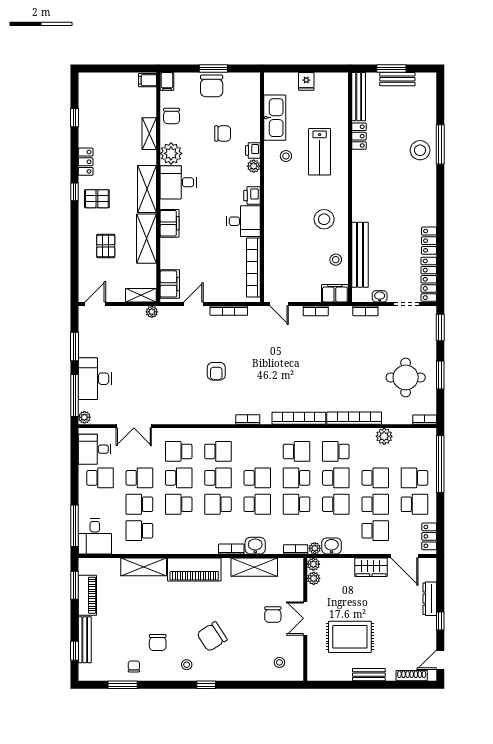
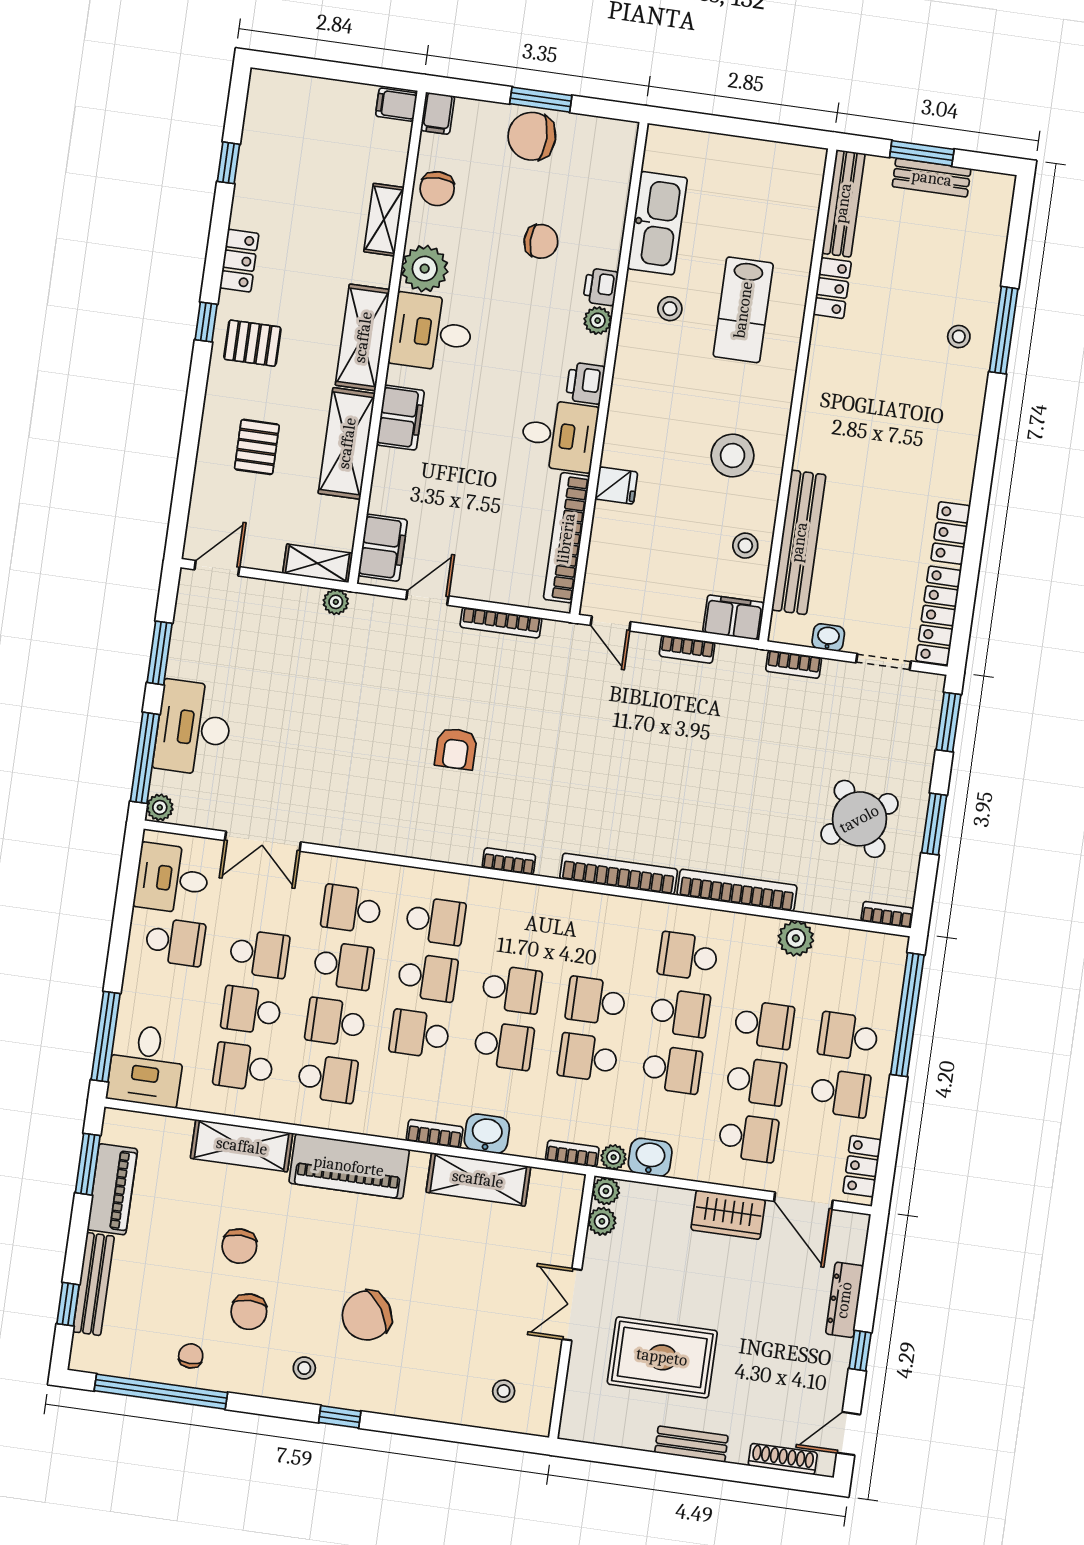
fridge: (306, 81) -> (616, 486), moved, turned -90
chair: (212, 86) -> (532, 136), turned 90
stool: (420, 150) -> (959, 337), width x0.53, depth x0.53
round table: (406, 377) -> (859, 819), turned -36
school desk: (297, 451) -> (327, 1079), moved
chair: (273, 615) -> (239, 1246), moved
window: (123, 685) -> (161, 1392), width x2.11

